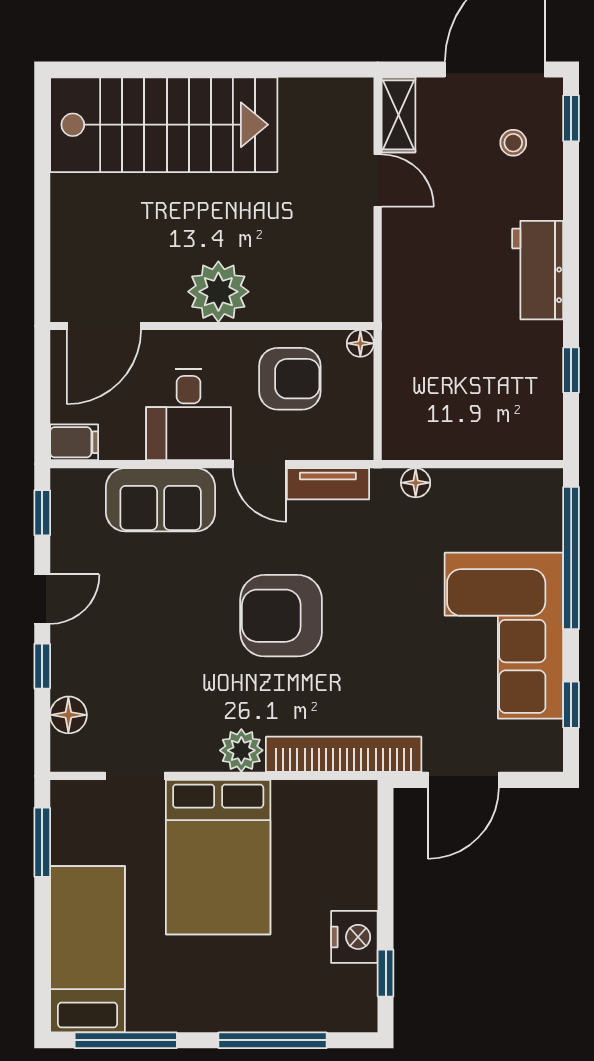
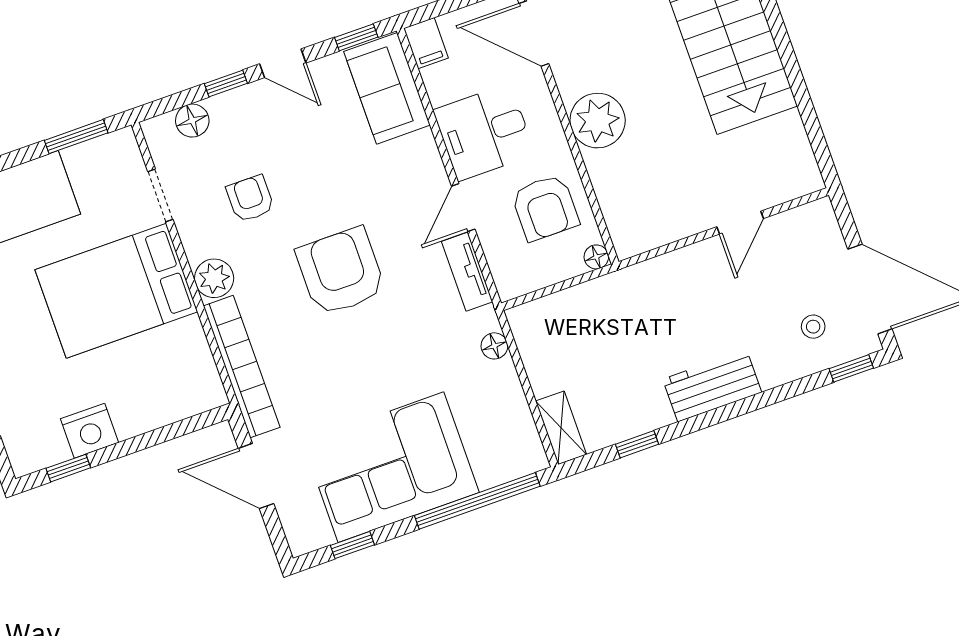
shelving: (398, 115) -> (561, 428), moved, turned 90
sofa: (161, 500) -> (387, 88), moved
armchair: (171, 683) -> (250, 199), added

